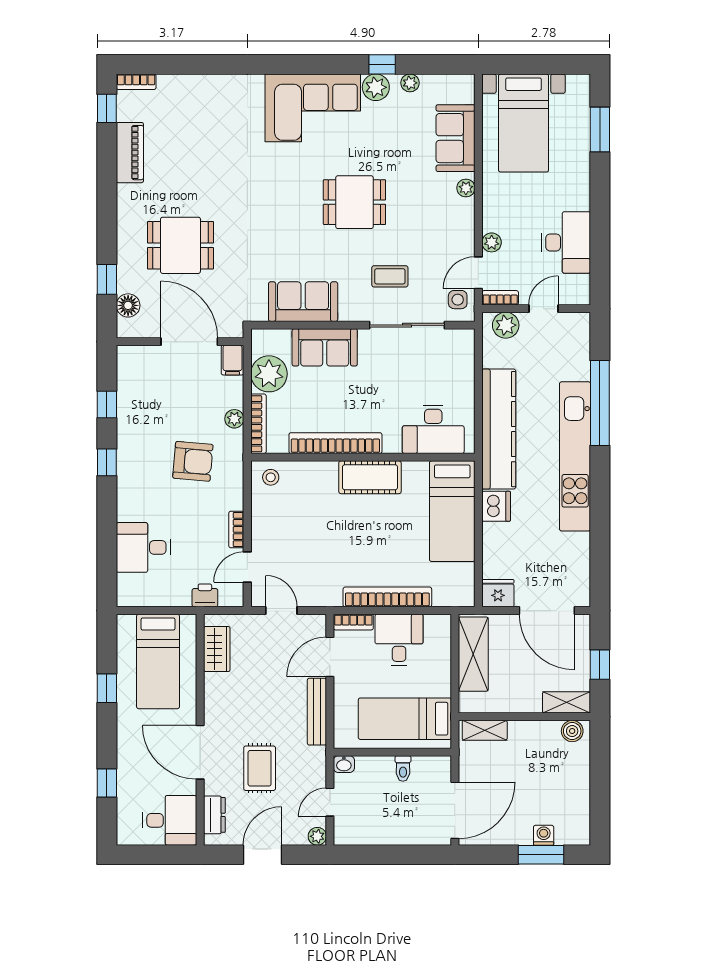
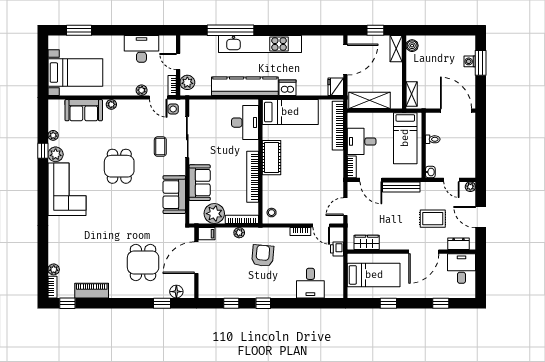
plant: (168, 84) -> (54, 269), added
bookcase: (387, 597) -> (338, 126), moved

